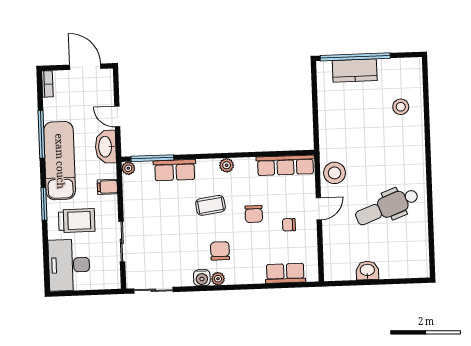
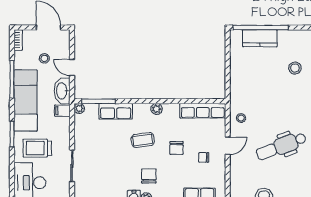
stool: (82, 106) -> (44, 58), added
stool: (335, 173) -> (241, 118), width x0.53, depth x0.53
filing cabinet: (107, 187) -> (62, 111), moved
trolley: (77, 221) -> (37, 148), turned 180

